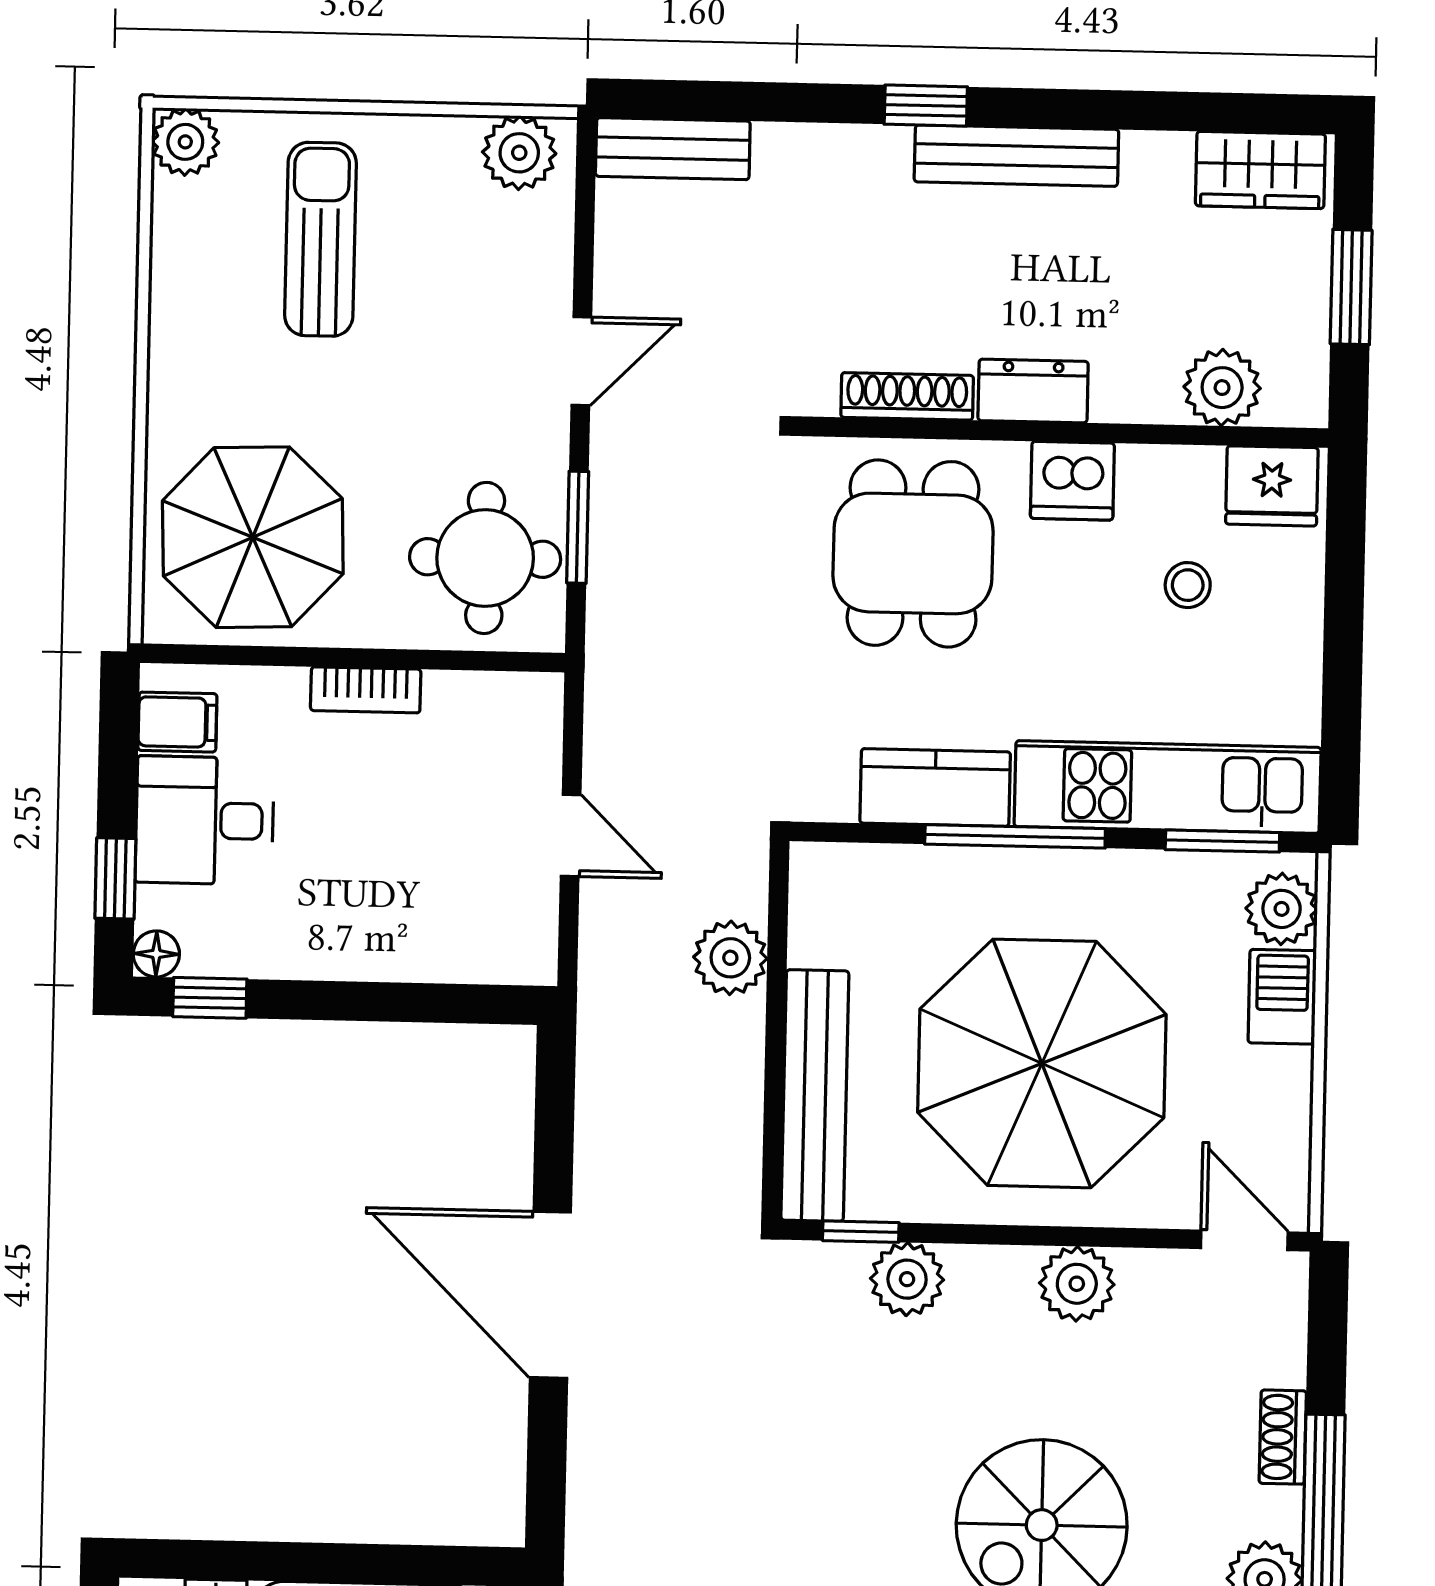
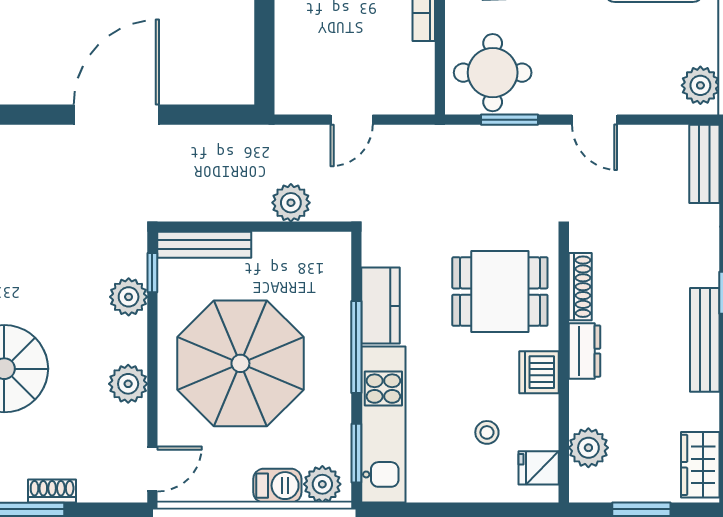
fridge: (1272, 486) -> (539, 468), width x0.72
bench: (815, 1096) -> (204, 245), width x0.73, depth x0.82

